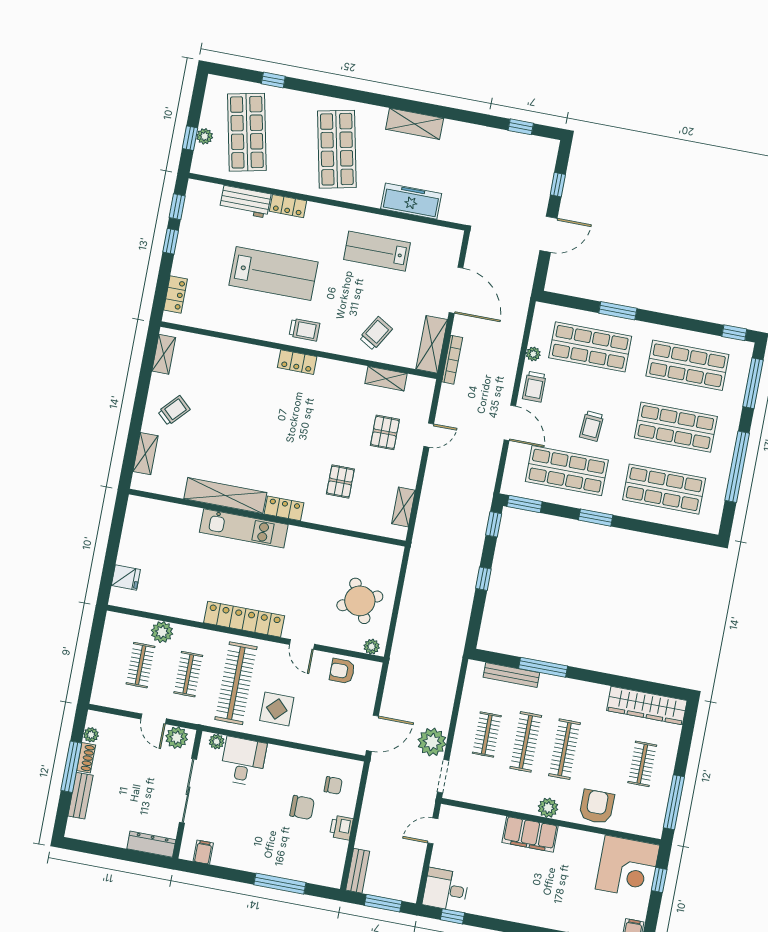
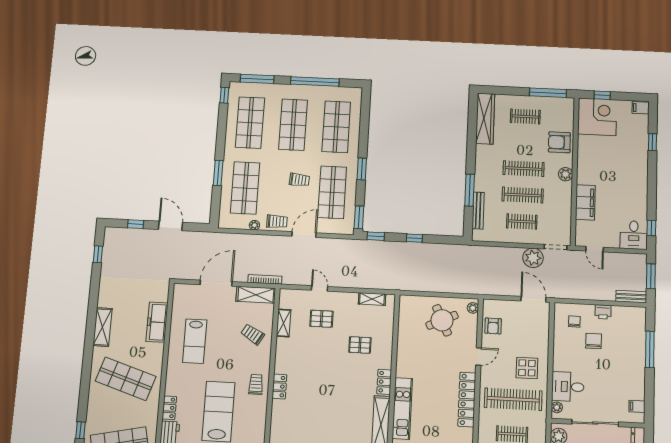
shop shelf: (337, 149) -> (126, 379), turned 30
filing cabinet: (530, 834) -> (585, 202), moved

